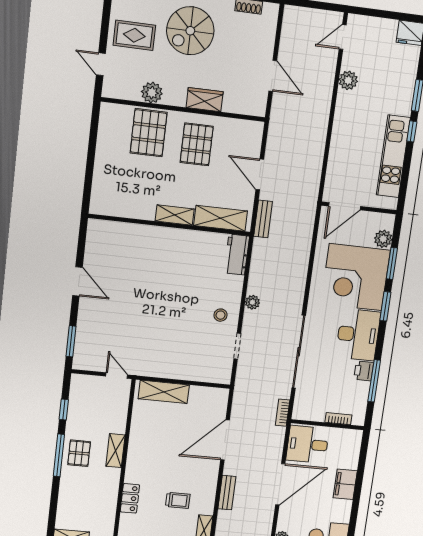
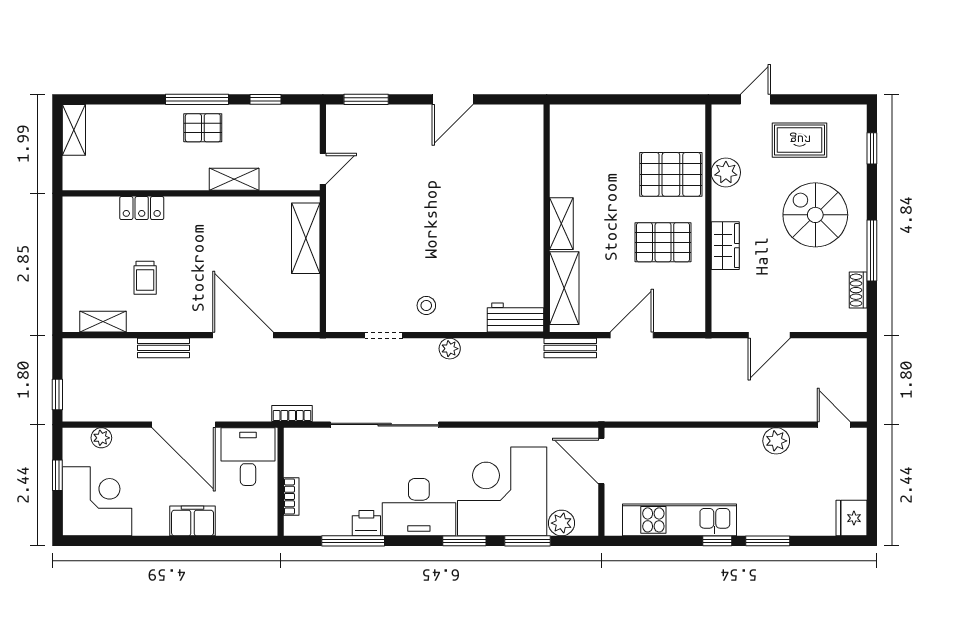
rug: (134, 35) -> (800, 140), turned 90
shelving: (115, 451) -> (234, 179), moved

